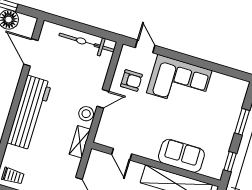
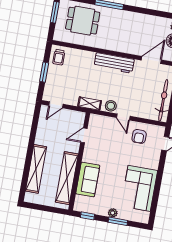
corner sofa: (179, 82) -> (139, 188), moved
workbench: (29, 113) -> (114, 63), width x0.73, depth x0.76
plant: (230, 127) -> (113, 213), added

